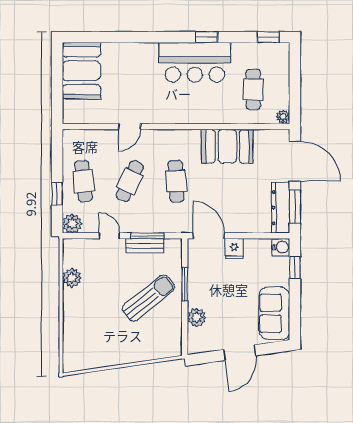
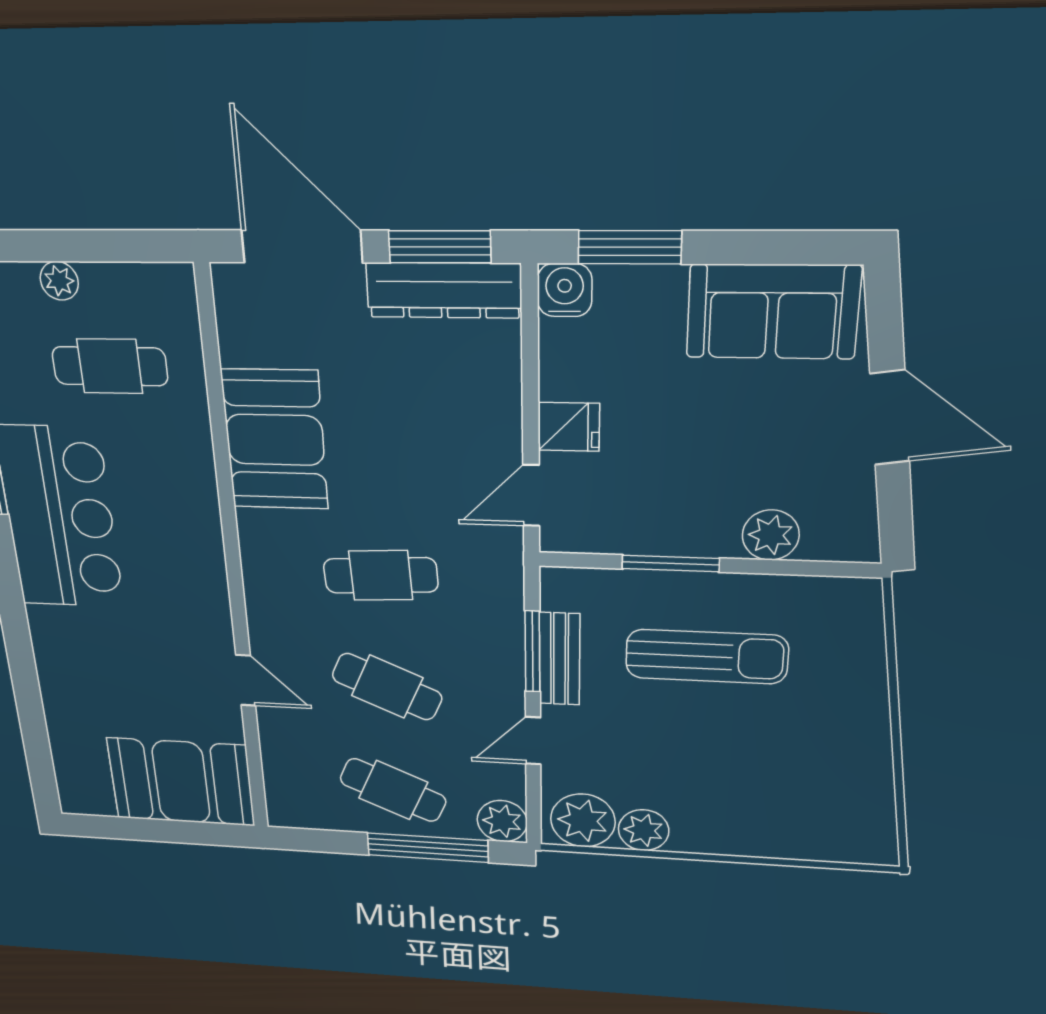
booth: (81, 71) -> (181, 782), moved
plant: (283, 117) -> (59, 281), moved
door: (295, 161) -> (302, 246), hinge flipped
cafe table: (83, 181) -> (393, 790), turned 30
window: (57, 194) -> (428, 848), width x2.17
door: (209, 236) -> (531, 496), width x0.73
plant: (75, 255) -> (583, 820), added
window: (295, 268) -> (630, 247), width x1.50
sun lounger: (148, 298) -> (707, 657), turned 129

